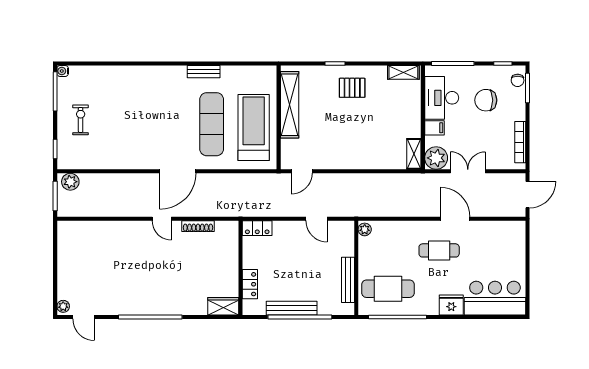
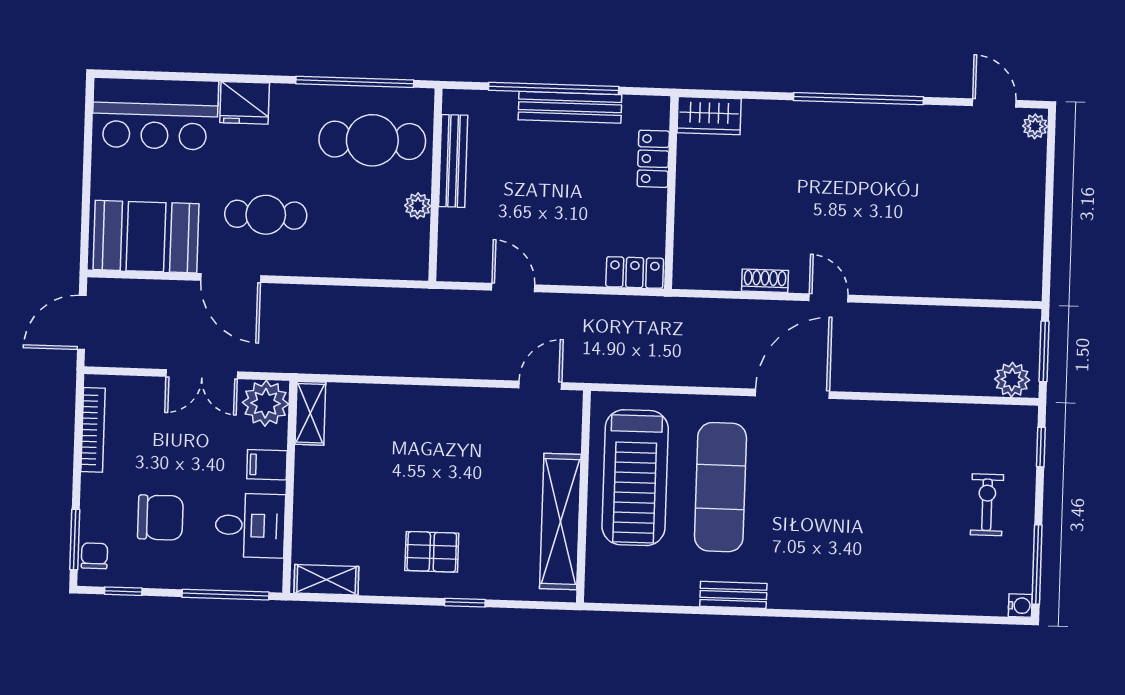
desk: (442, 98) -> (250, 525), width x0.73
exercise bike: (81, 120) -> (987, 505), turned 180
shoe rack: (198, 226) -> (765, 281), width x0.70
plant: (365, 229) -> (418, 206), moved
booth: (497, 238) -> (146, 237), added

